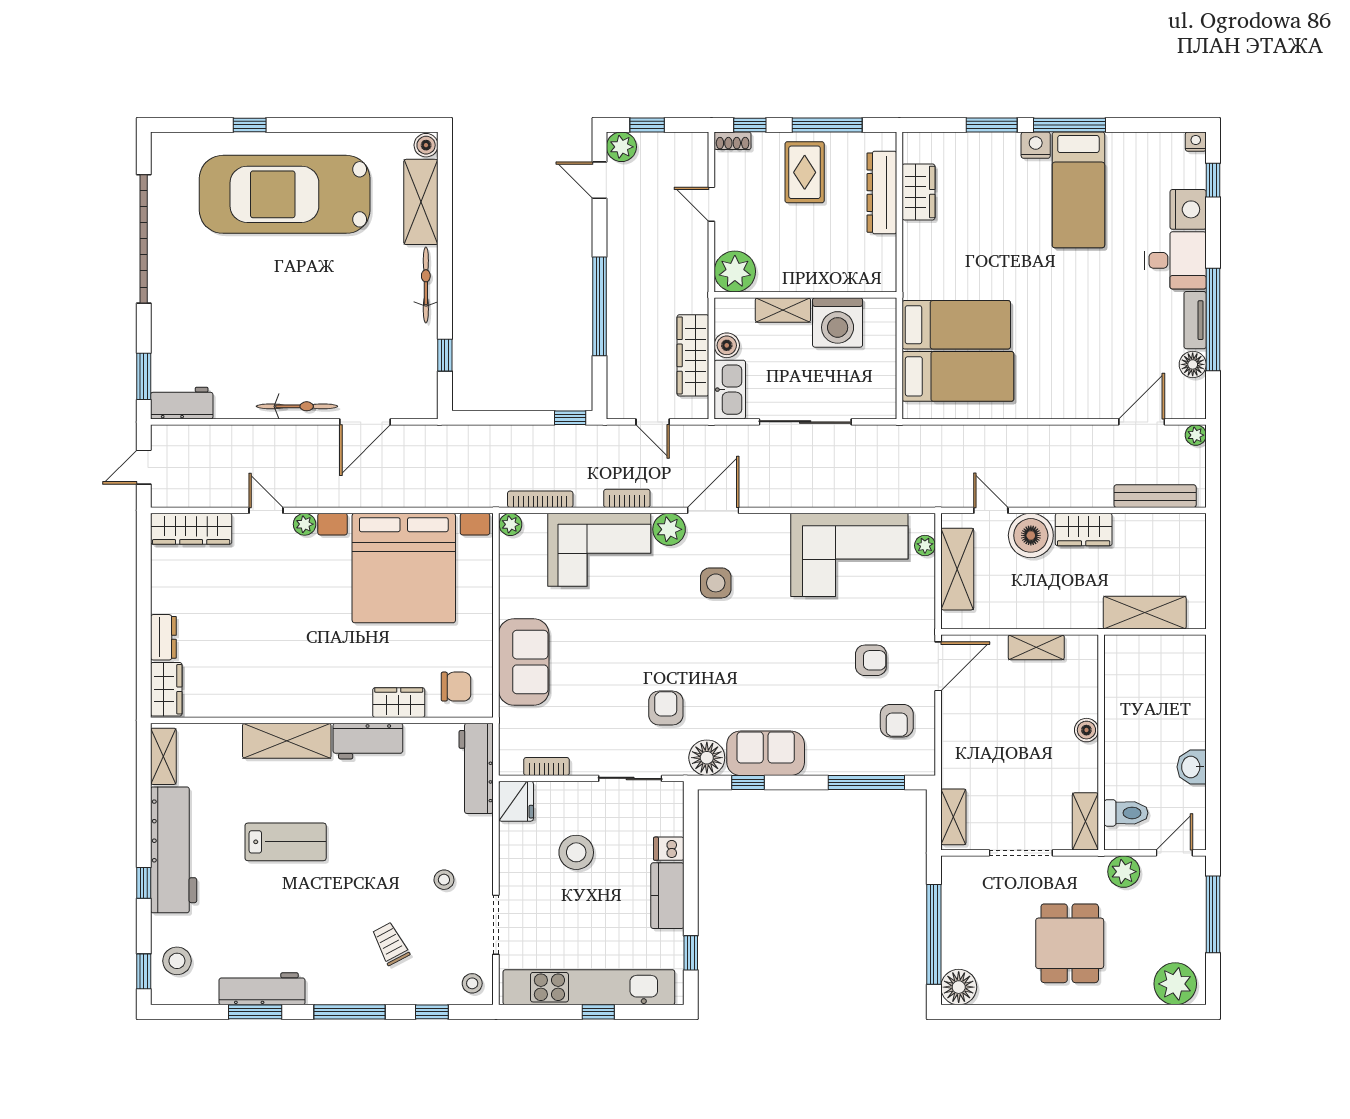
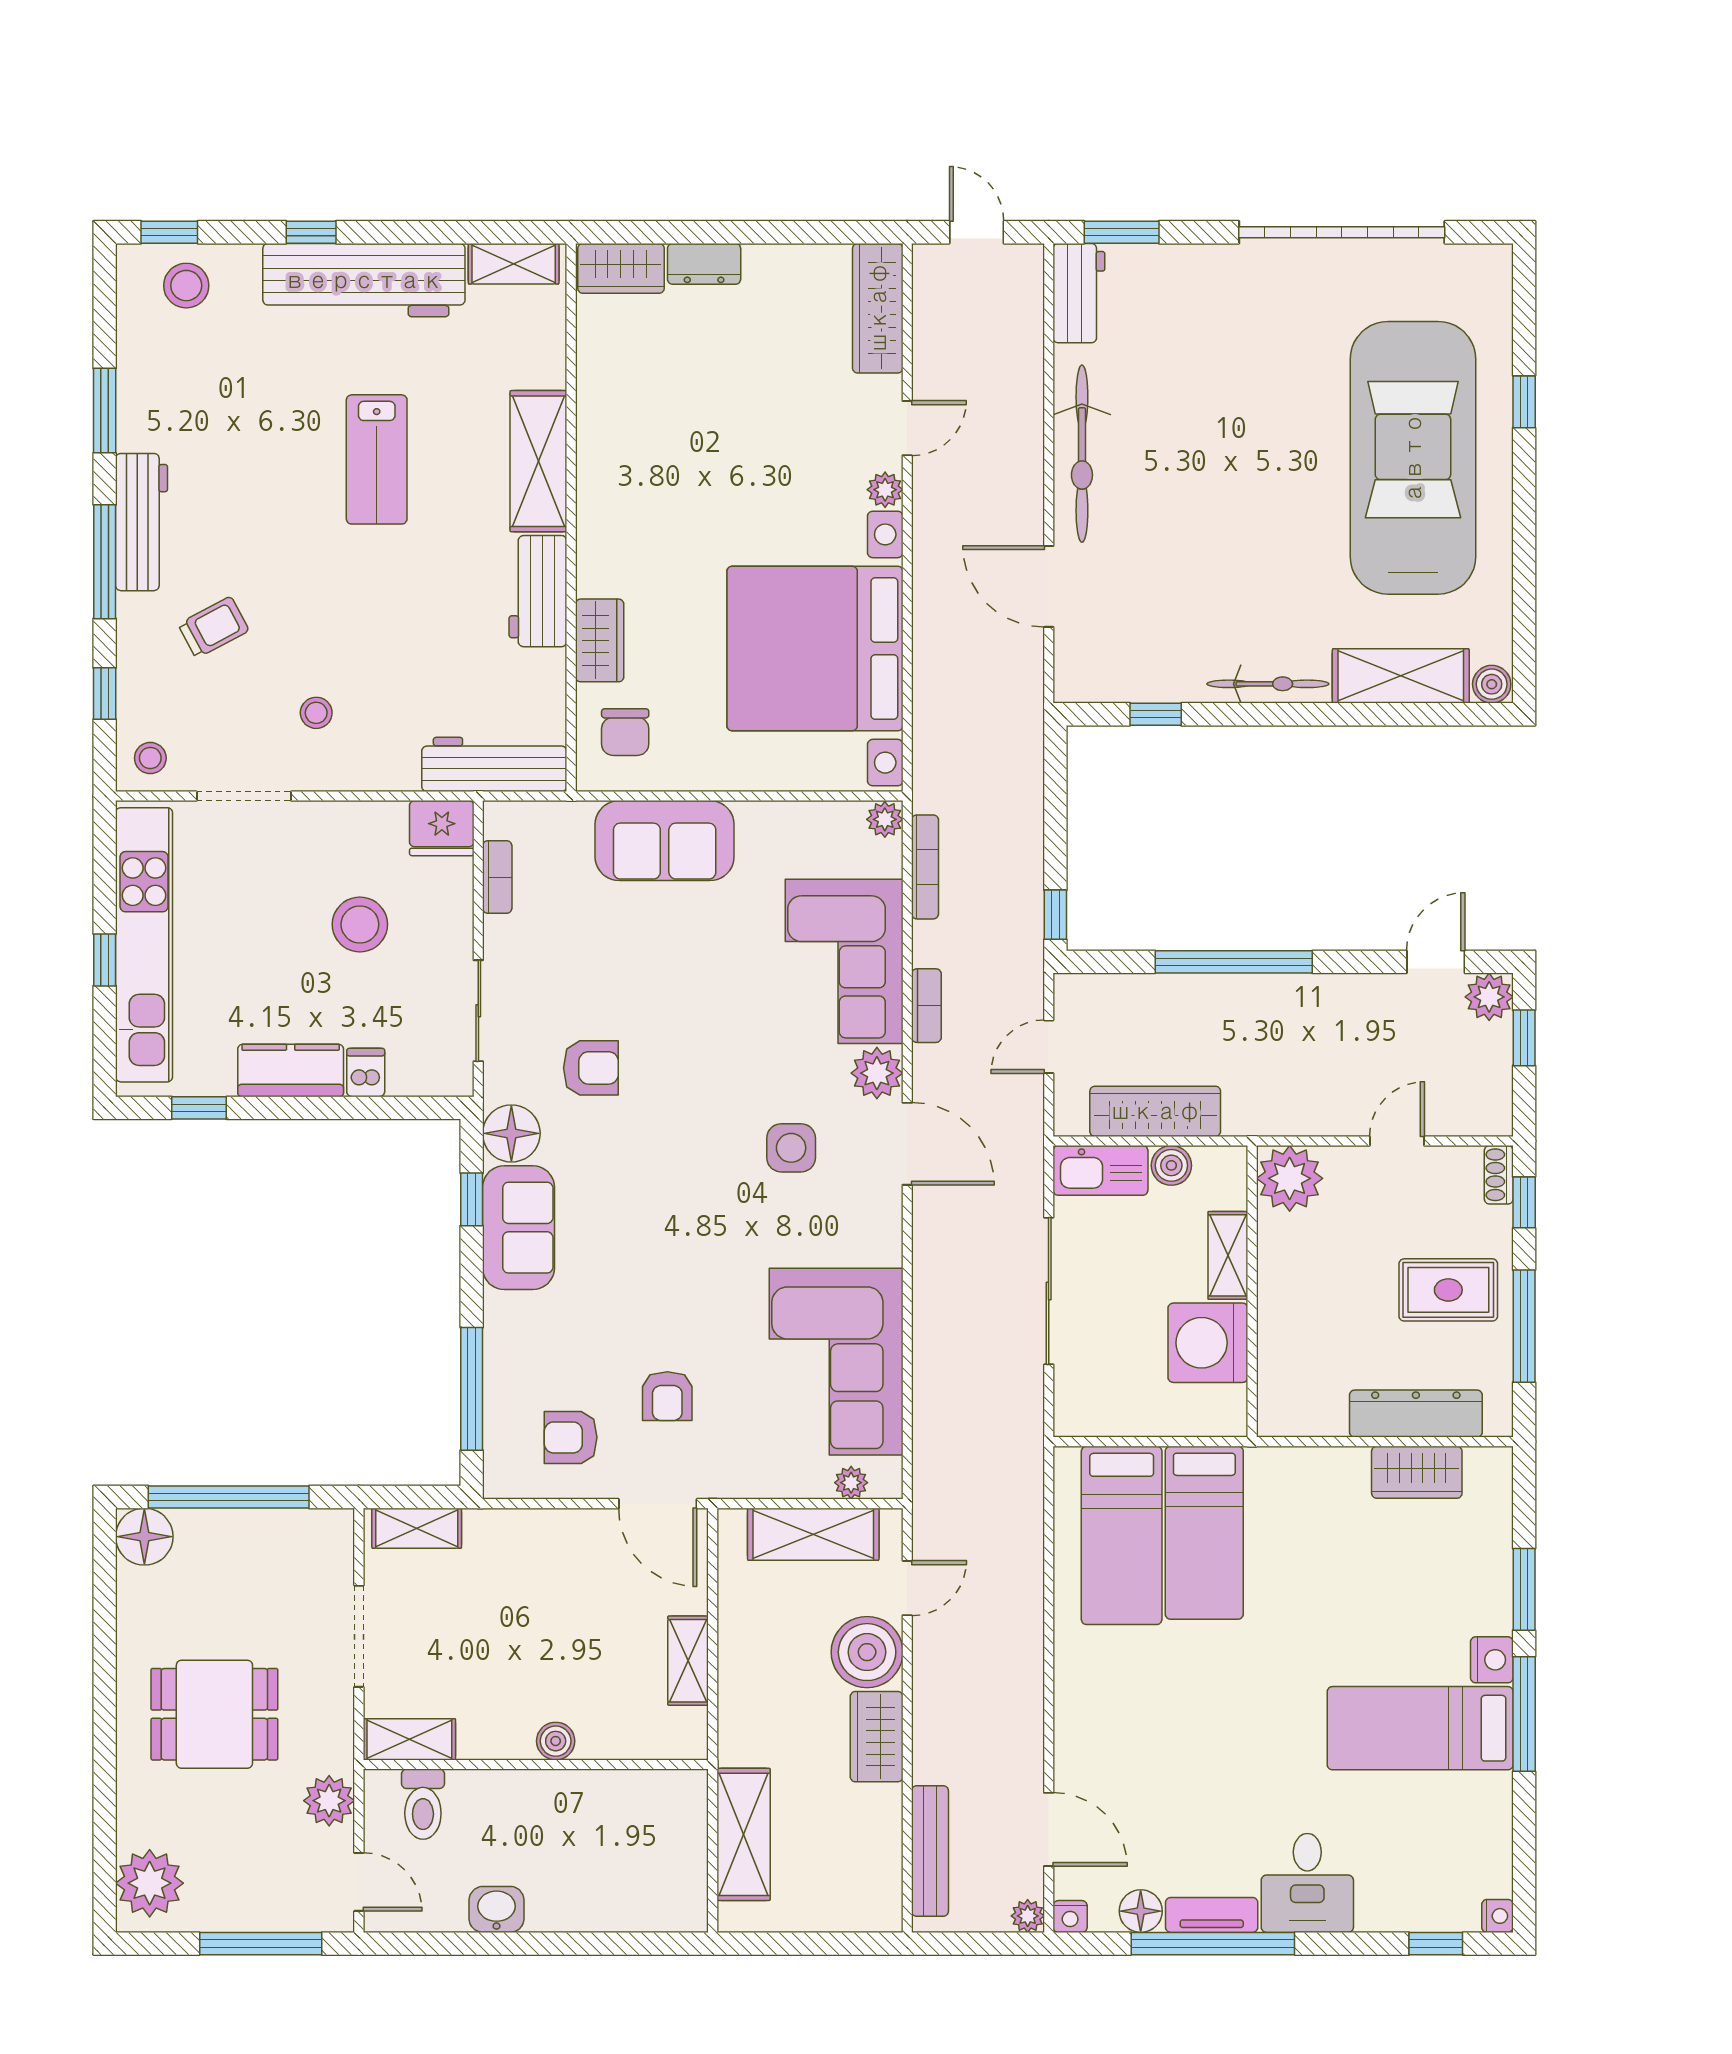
nightstand: (1188, 209) -> (1070, 1916), moved, width x0.53, depth x0.56
bicycle: (297, 406) -> (1082, 454), width x1.37, depth x1.40
workbench: (262, 989) -> (141, 522), moved

